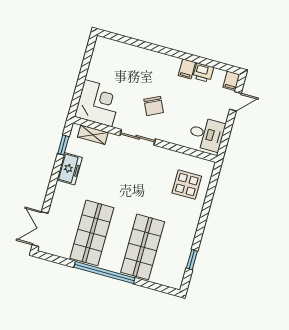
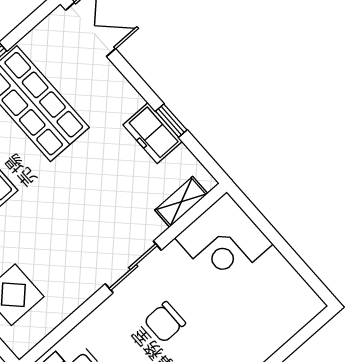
chair: (154, 106) -> (165, 322), turned -64
window: (63, 145) -> (171, 121), moved

